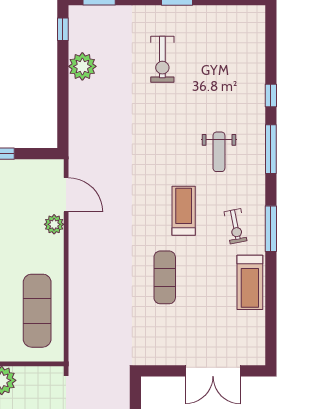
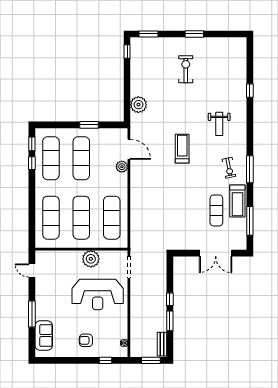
exercise bike: (162, 59) -> (186, 69), turned 180
plant: (82, 66) -> (138, 105), moved
window: (271, 149) -> (250, 221), moved
treadmill: (184, 211) -> (182, 149), moved
exercise mat: (165, 277) -> (216, 210), moved

